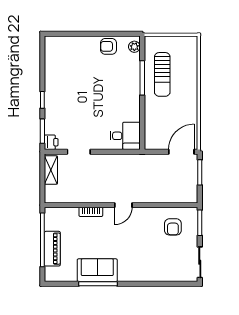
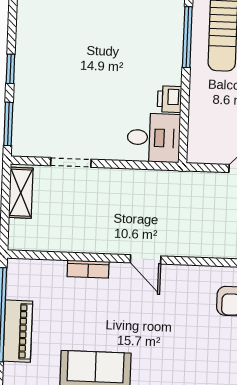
printer: (51, 142) -> (169, 99), moved, turned 180
door: (123, 205) -> (146, 259), hinge flipped

